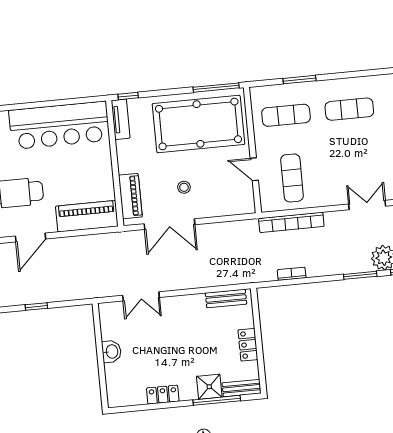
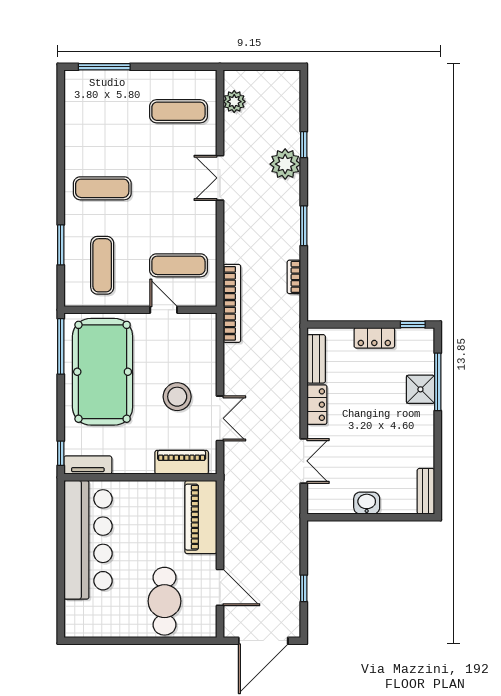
exercise mat: (349, 109) -> (102, 188), turned 90
door: (254, 169) -> (164, 310), swing flipped
stool: (184, 187) -> (177, 397), width x1.89, depth x1.89
bookcase: (291, 222) -> (232, 303), moved
double door: (169, 224) -> (220, 418), width x0.73
window: (360, 275) -> (304, 226), moved
window: (262, 375) -> (413, 324), added
bench: (241, 388) -> (426, 491), moved
locker: (163, 395) -> (317, 405), moved, turned 180

